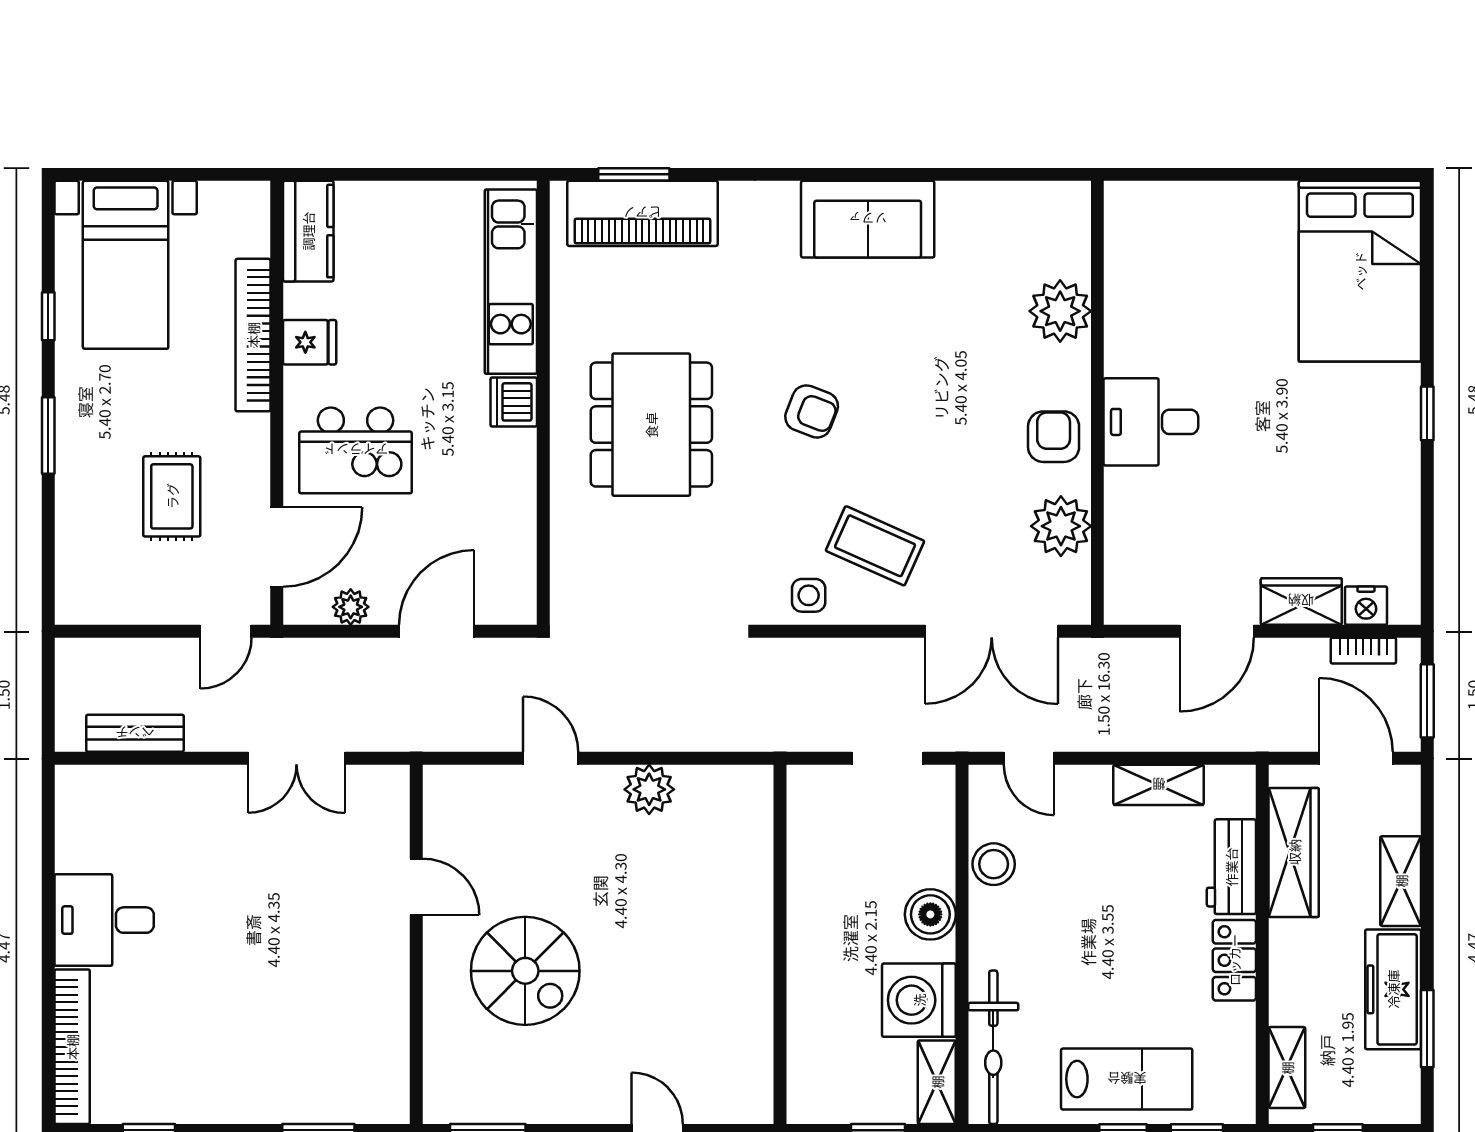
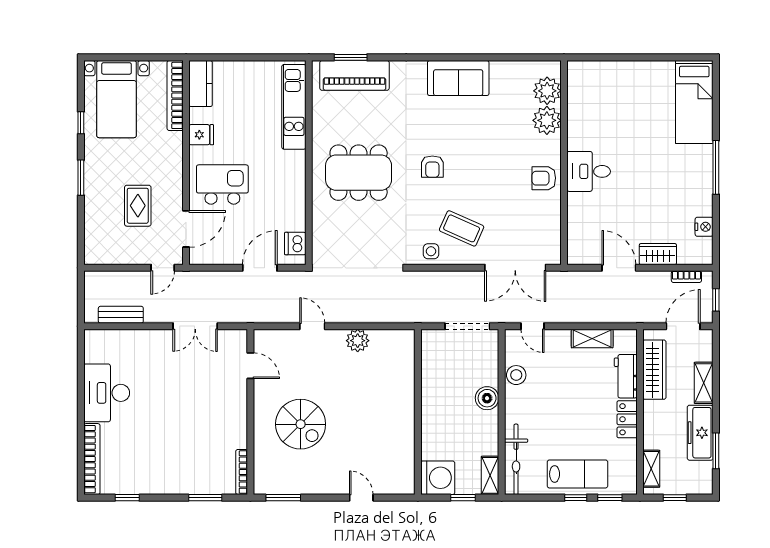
bed: (1360, 271) -> (694, 102), width x0.67
bookcase: (253, 335) -> (175, 95), moved
dishwasher: (514, 402) -> (295, 244), moved
armchair: (812, 411) -> (432, 167), turned 69
window: (1427, 413) -> (716, 167), width x2.17
dining table: (651, 425) -> (359, 173), turned 90
armchair: (1054, 437) -> (544, 178), turned -90
kitchen island: (356, 450) -> (222, 185), turned 180
plant: (1061, 526) -> (547, 91), moved
nightstand: (1366, 606) -> (704, 227), moved, turned -90
plant: (351, 607) -> (220, 257), removed
door: (1217, 631) -> (619, 268), swing flipped
window: (1427, 701) -> (716, 300), width x0.67
doorway: (888, 758) -> (467, 326), width x1.38
door: (1356, 758) -> (683, 326), hinge flipped
door: (416, 887) -> (250, 366), moved
desk: (104, 920) -> (107, 393), width x1.37
washing machine: (919, 1000) -> (438, 478), moved, turned 180
bookcase: (397, 1075) -> (242, 472), added

